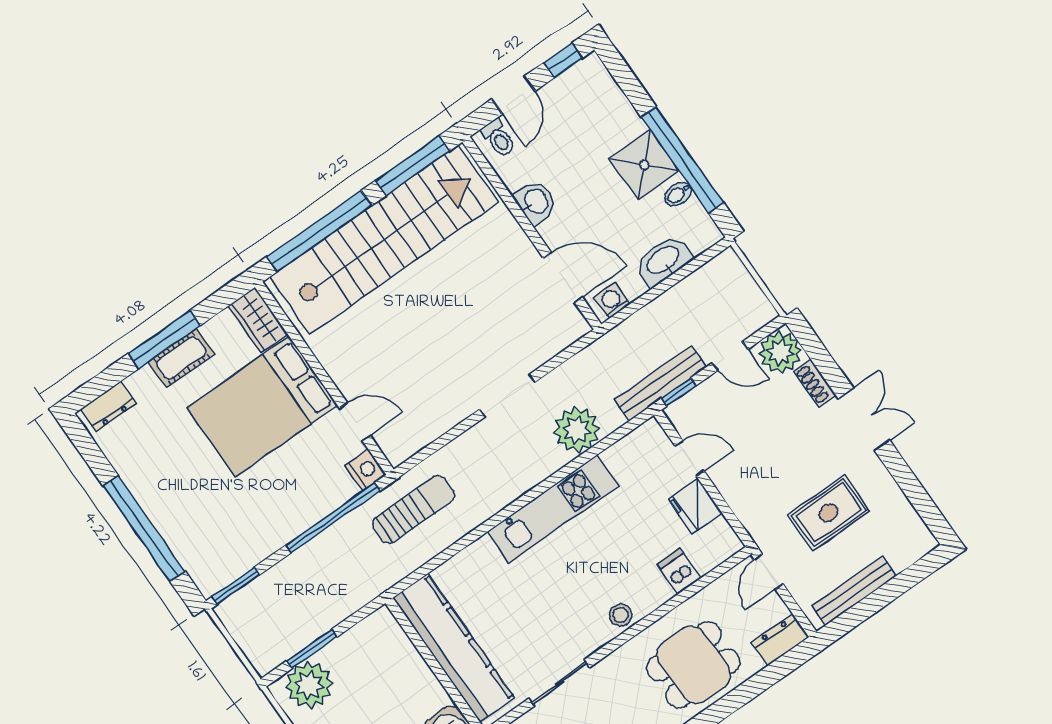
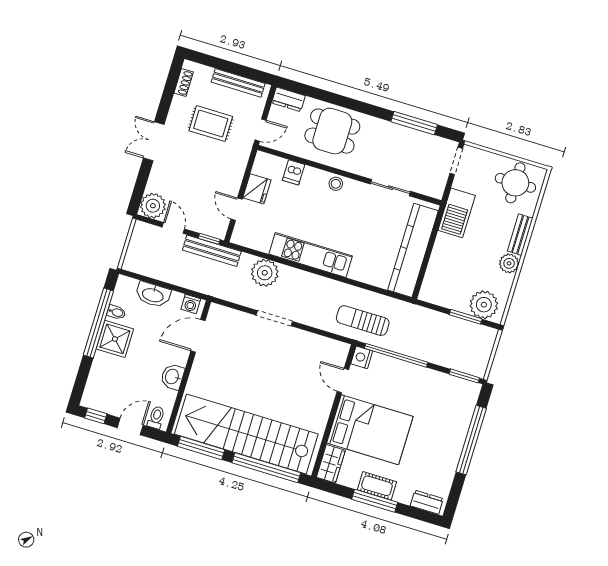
door: (563, 277) -> (198, 336), hinge flipped
shoe rack: (815, 383) -> (184, 83), moved

